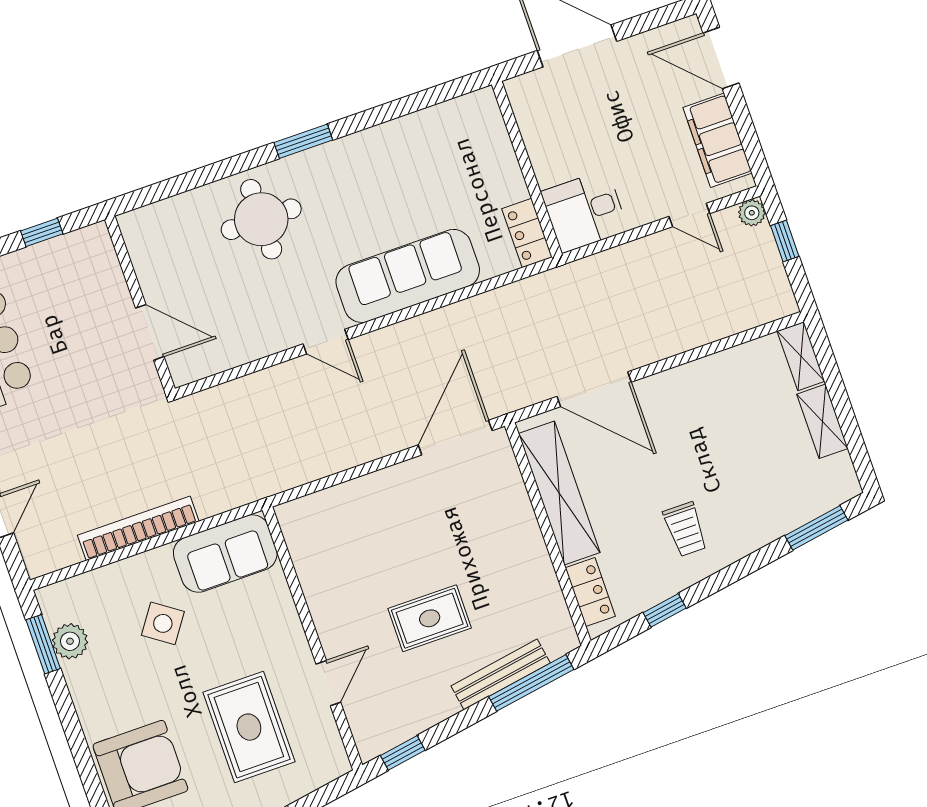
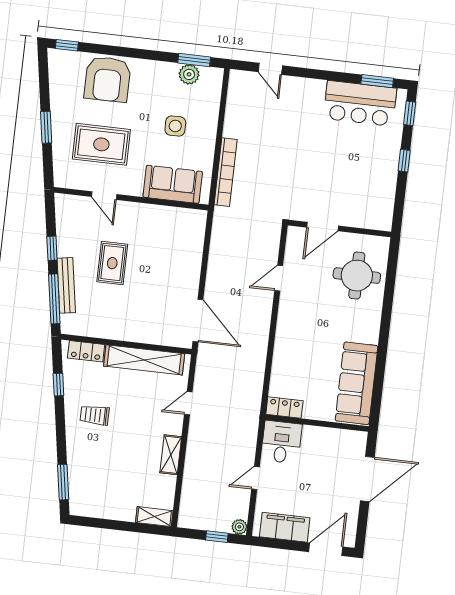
window: (303, 141) -> (386, 316), removed
door: (689, 215) -> (256, 478), moved
sofa: (408, 276) -> (357, 383), moved, turned 180
wall: (140, 304) -> (339, 228), moved
door: (150, 332) -> (323, 227), moved
door: (594, 389) -> (188, 403), width x0.53
shelving: (822, 421) -> (171, 455), moved, turned 90
bookcase: (138, 528) -> (226, 172), moved
sofa: (225, 553) -> (173, 184), moved, turned 90
side table: (163, 623) -> (175, 126), turned -35
window: (403, 753) -> (52, 248), moved

